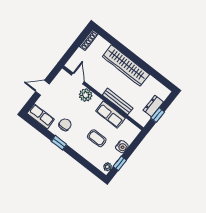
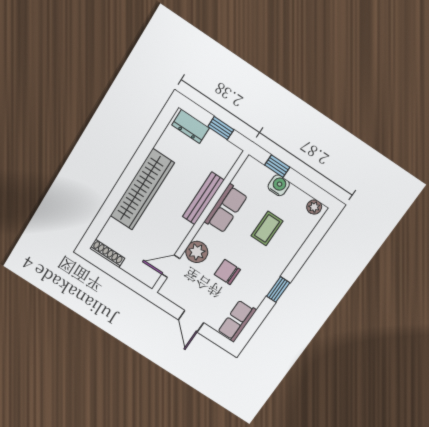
dresser: (153, 106) -> (191, 126), moved
chair: (65, 125) -> (227, 272), moved
window: (120, 163) -> (277, 166), moved

